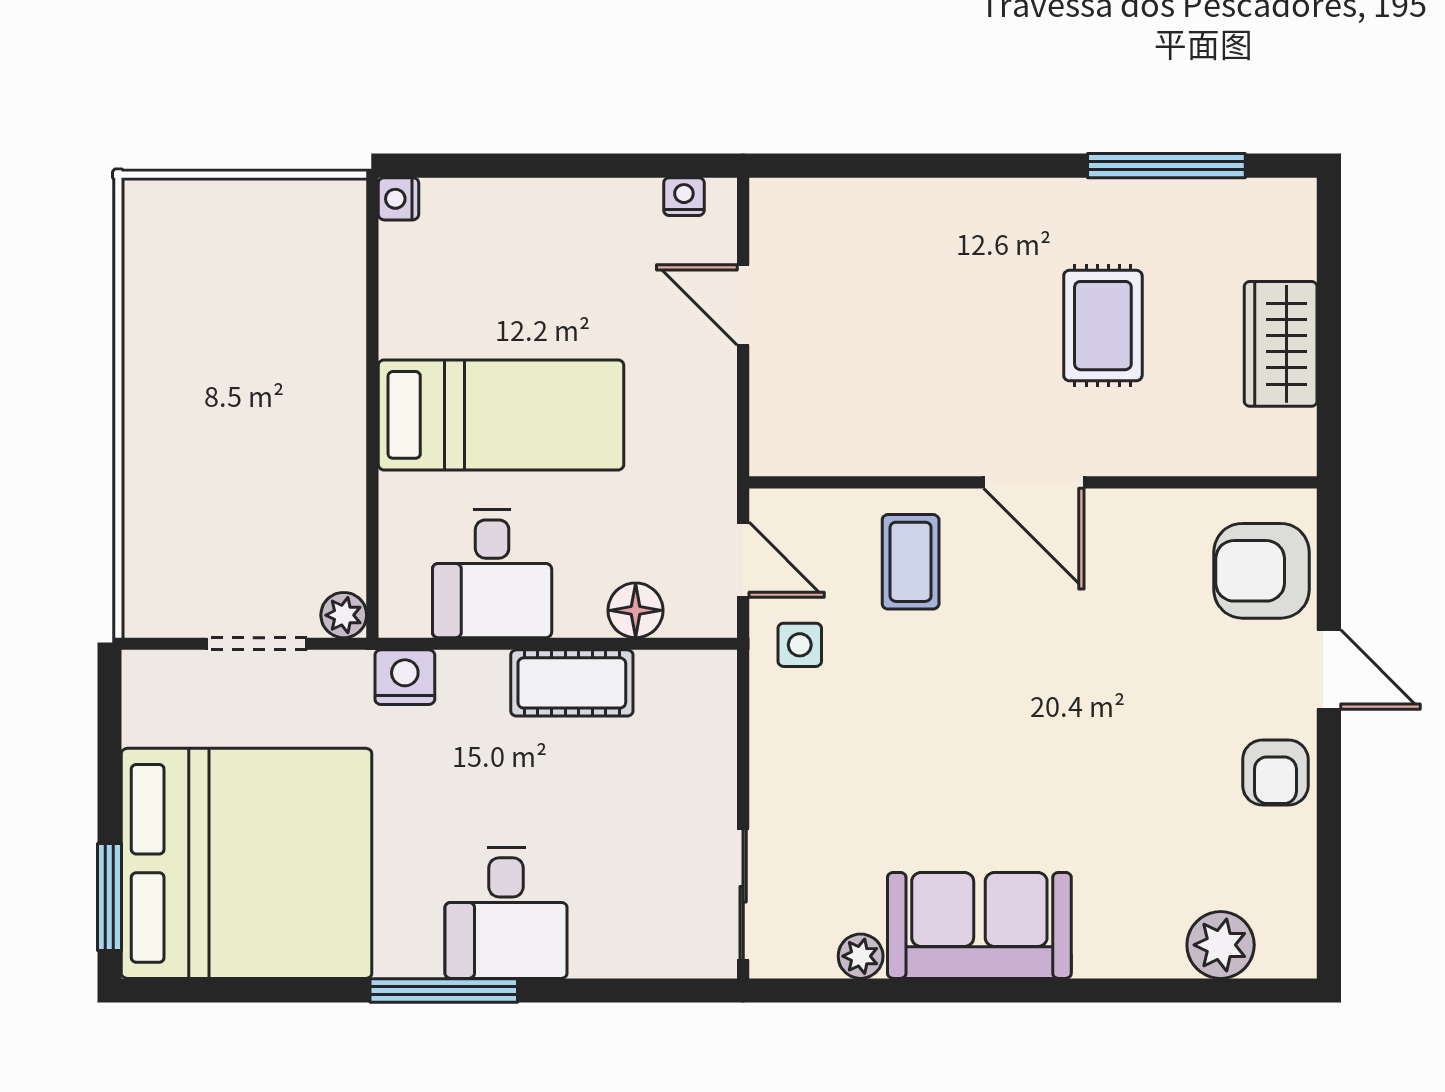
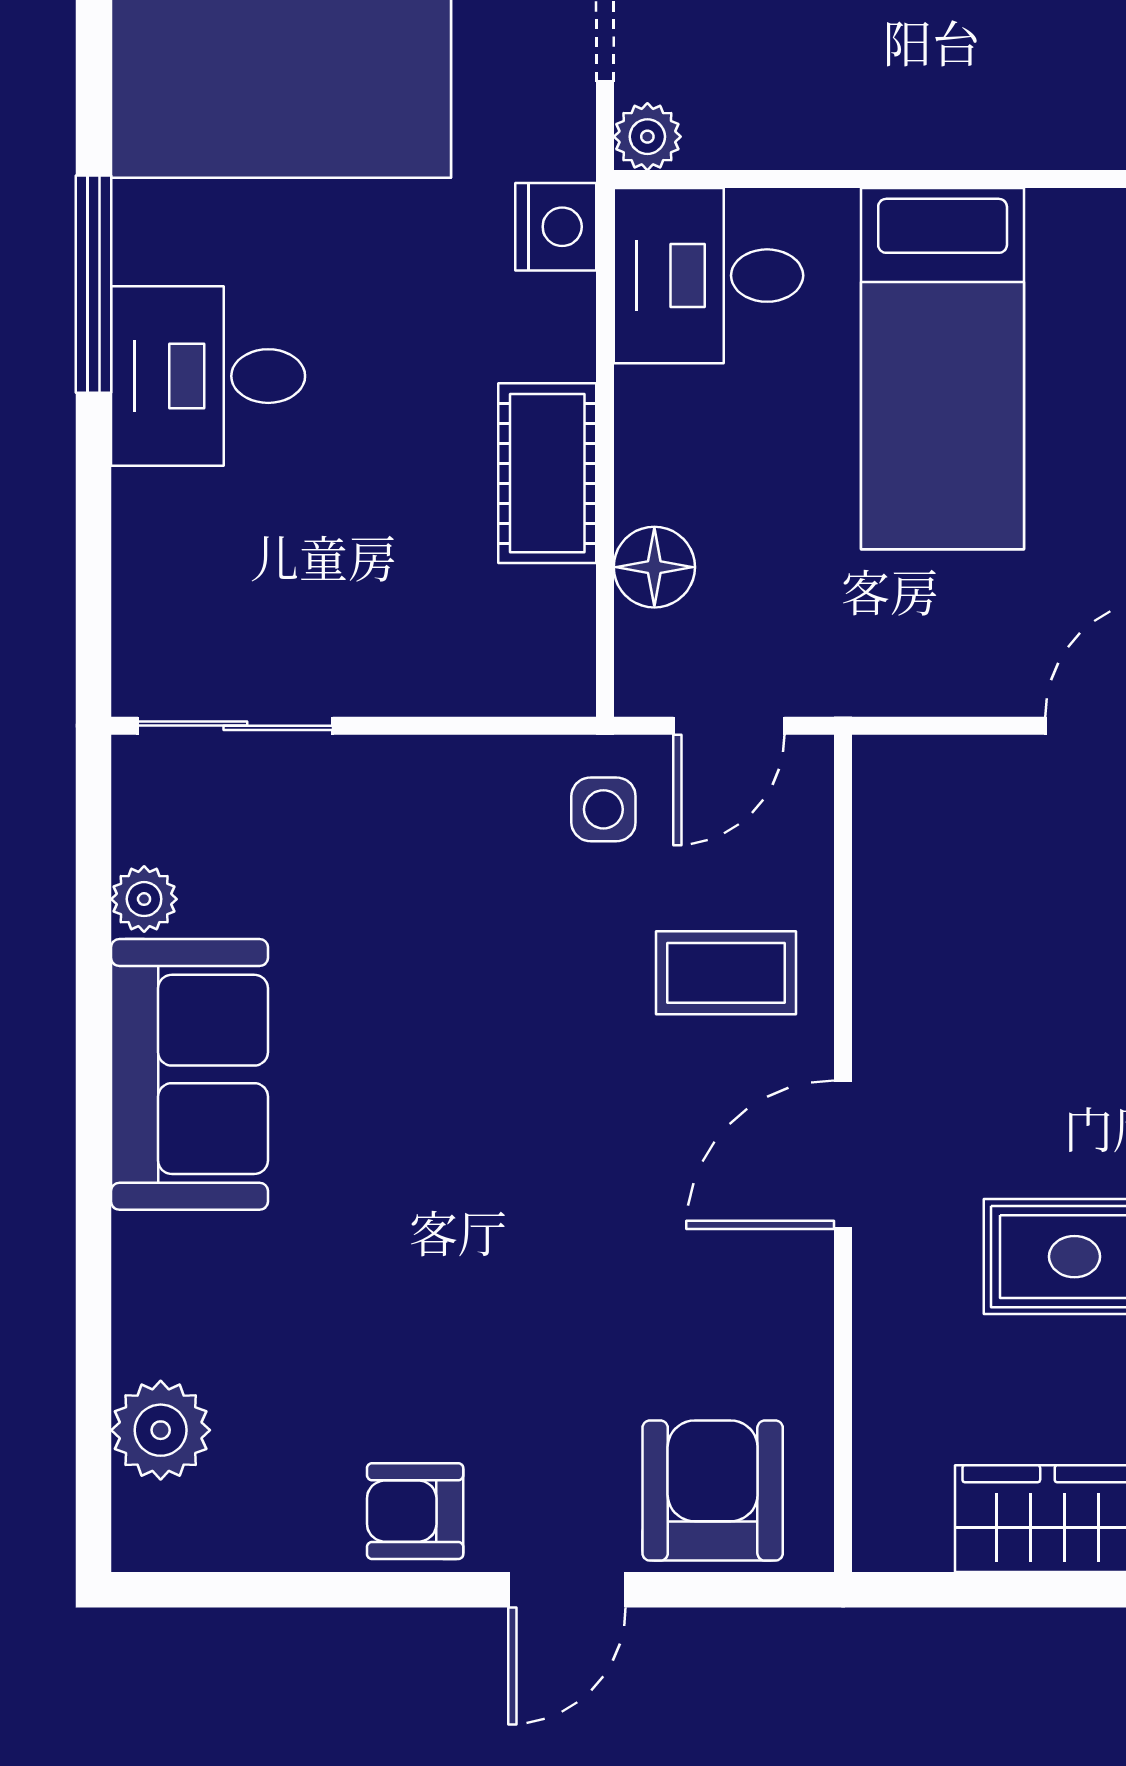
desk: (492, 574) -> (708, 276), moved

